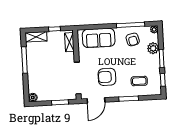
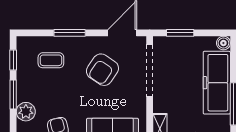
freezer: (36, 73) -> (217, 83), added
armchair: (107, 77) -> (102, 70), turned 124

